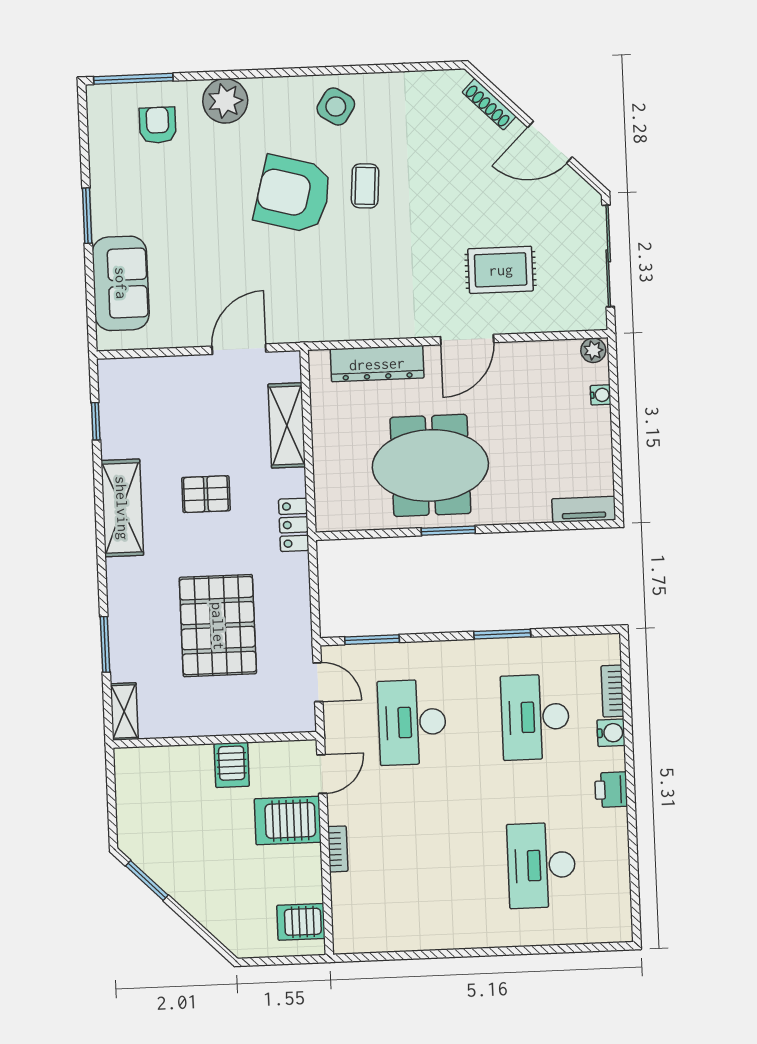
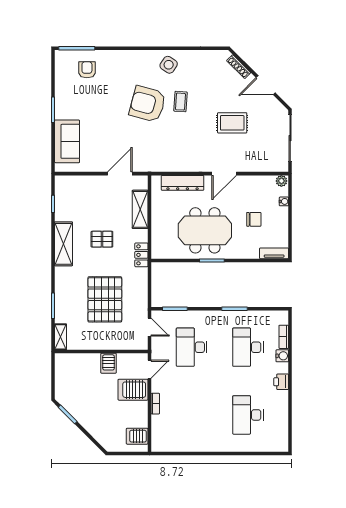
plant: (225, 101) -> (118, 60), removed
rug: (501, 270) -> (232, 123), moved
chair: (536, 437) -> (254, 219), added

